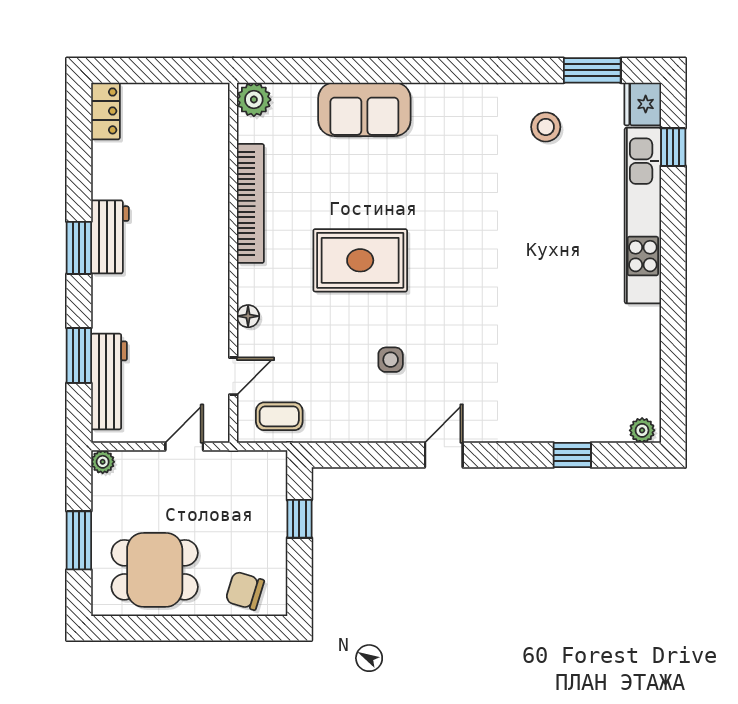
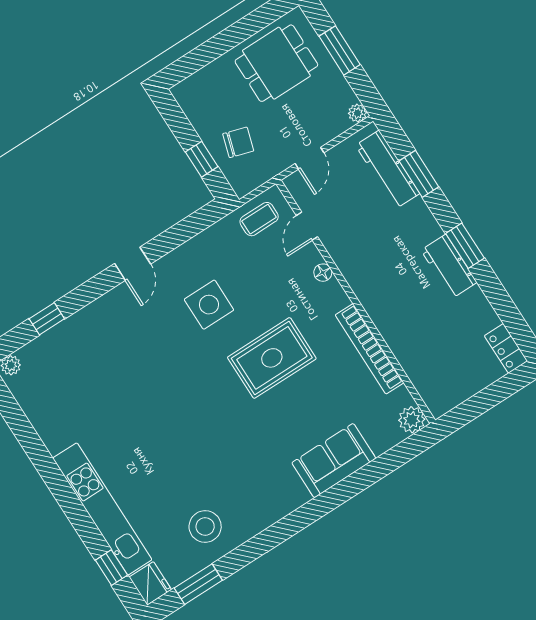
stool: (546, 127) -> (205, 526), width x1.38, depth x1.38
side table: (391, 360) -> (209, 305), width x1.87, depth x1.87
chair: (245, 591) -> (238, 142), moved

